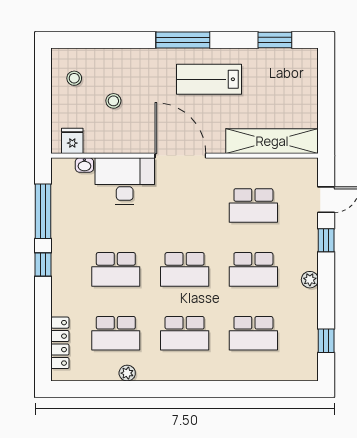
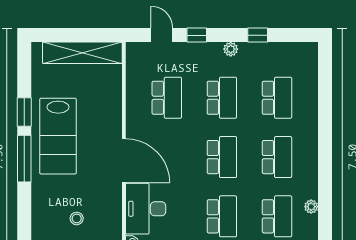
window: (275, 40) -> (24, 112), moved
lab bench: (209, 79) -> (58, 136), width x1.36, depth x1.39
shelving: (272, 141) -> (82, 53), moved, turned 90
door: (180, 156) -> (124, 161), swing flipped
window: (326, 341) -> (258, 35), moved

